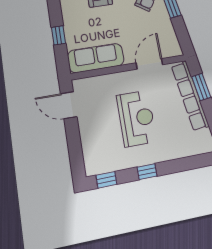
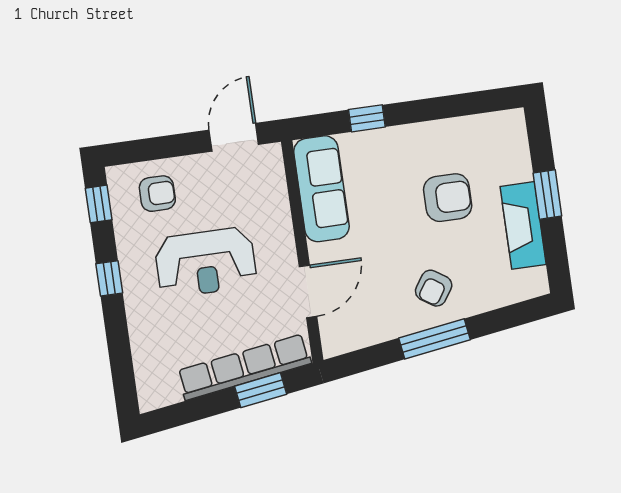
door: (149, 64) -> (308, 291), hinge flipped
armchair: (100, 146) -> (157, 194), added

